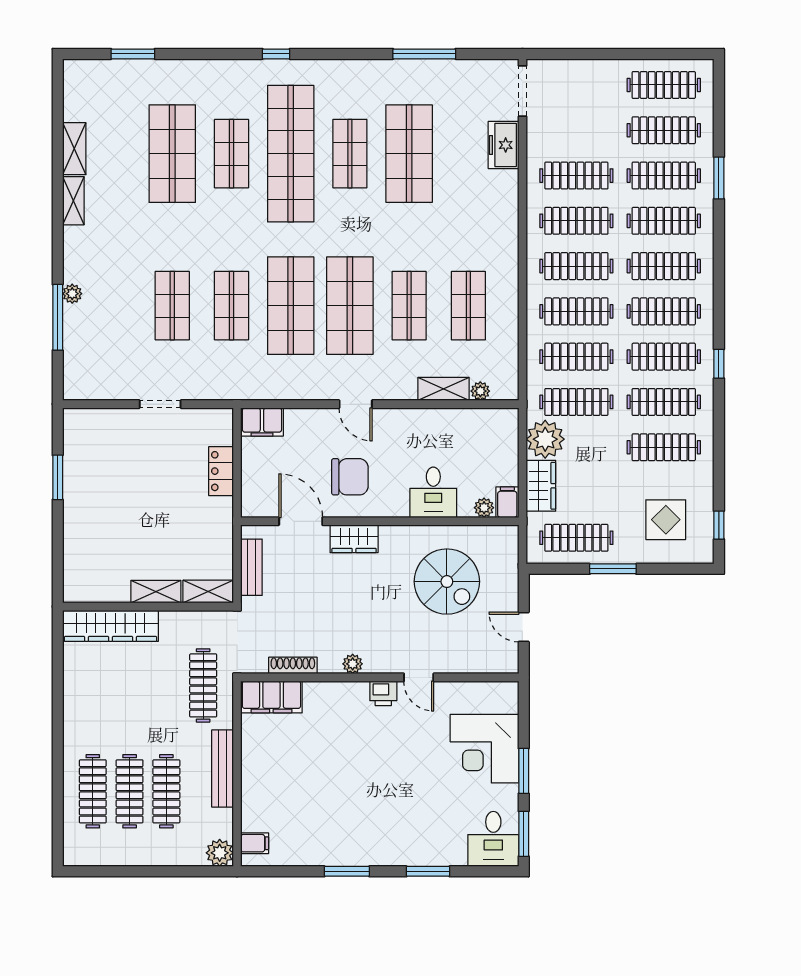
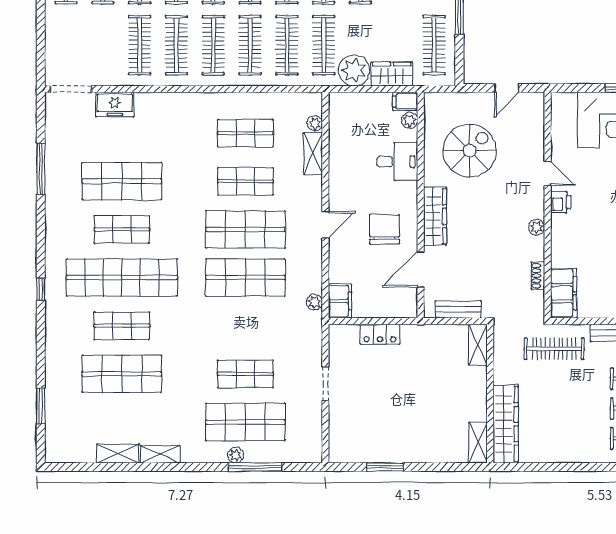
shop shelf: (231, 306) -> (245, 422), moved, width x1.43, depth x1.36
plant: (260, 391) -> (314, 302), added
wardrobe: (354, 539) -> (435, 216), width x1.50
shelving: (156, 592) -> (478, 443), moved
shoe rack: (293, 665) -> (538, 276), width x0.70
door: (419, 677) -> (548, 173), hinge flipped

